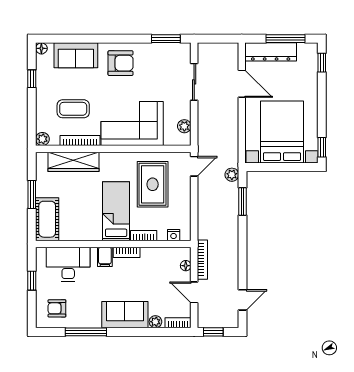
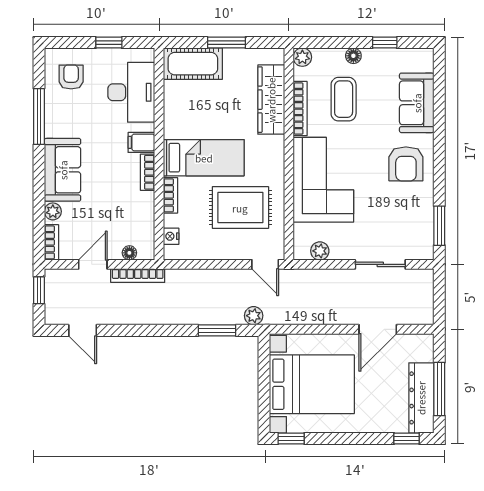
floor lamp: (41, 48) -> (353, 56), moved
dresser: (271, 52) -> (421, 398), moved

